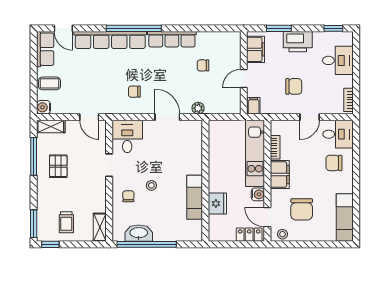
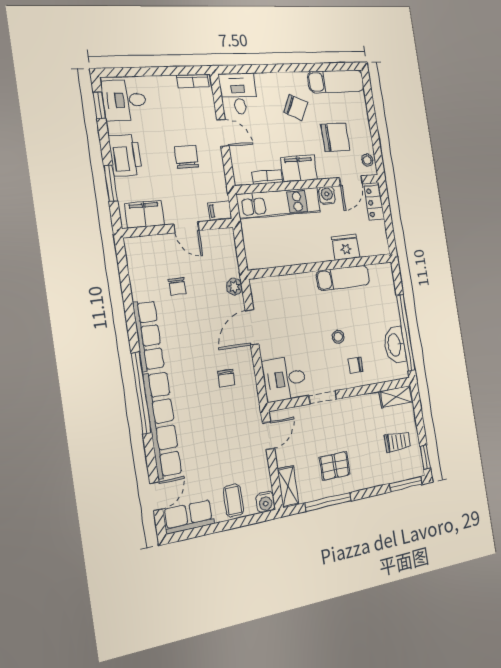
desk: (338, 60) -> (124, 100), moved, turned -90
chair: (334, 163) -> (296, 107), moved, turned -63

